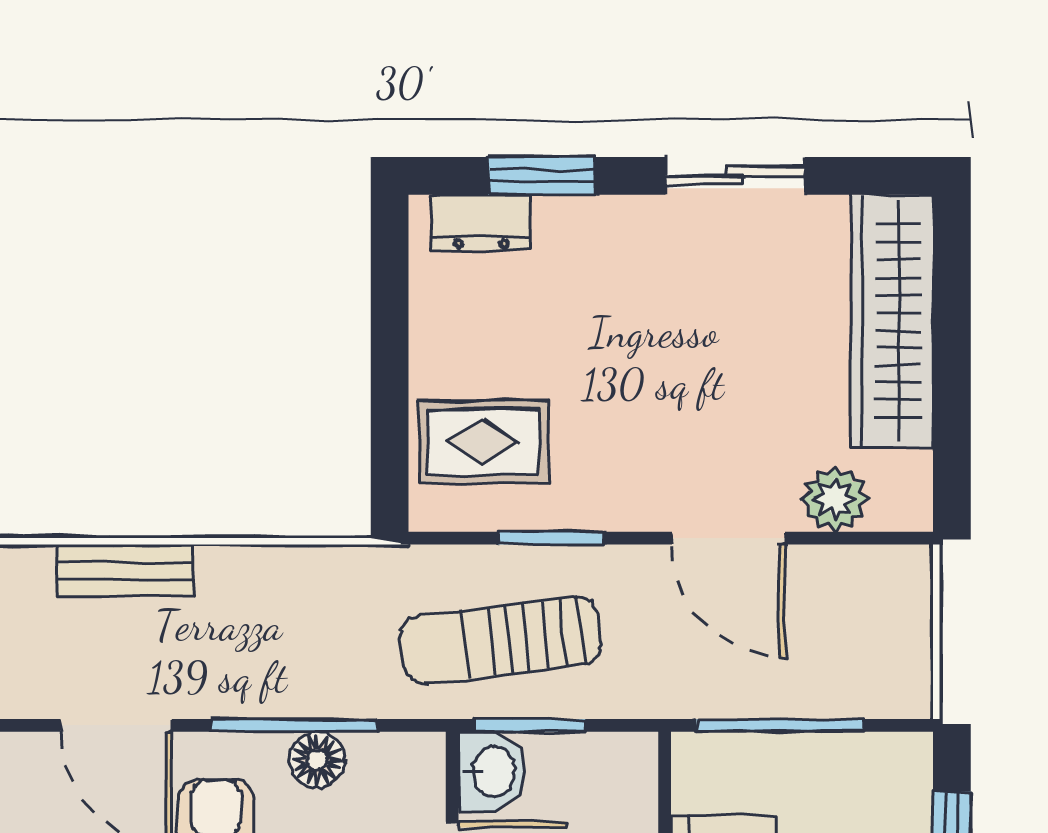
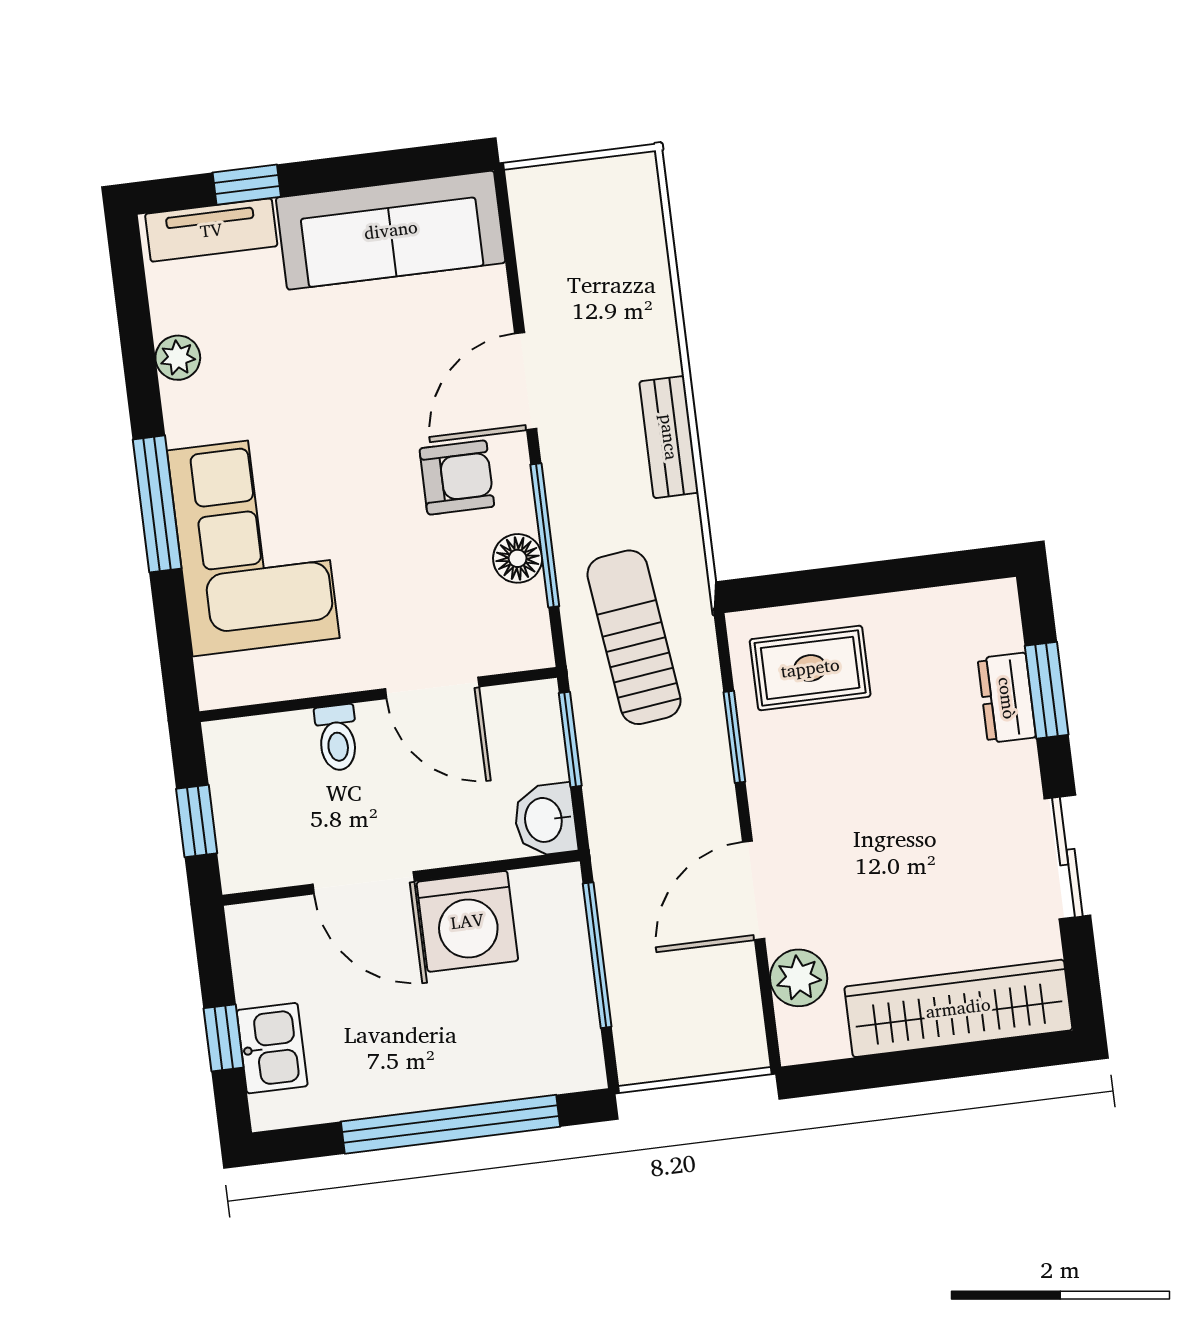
dresser: (481, 222) -> (1007, 698), moved
rug: (483, 442) -> (810, 668), turned 90
bench: (125, 570) -> (669, 437), moved
sun lounger: (501, 640) -> (634, 637), moved
washbasin: (492, 771) -> (545, 820), moved, turned 90

